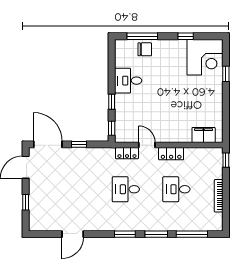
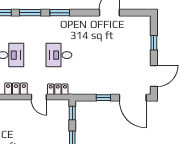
desk: (126, 189) -> (59, 55), turned 180

